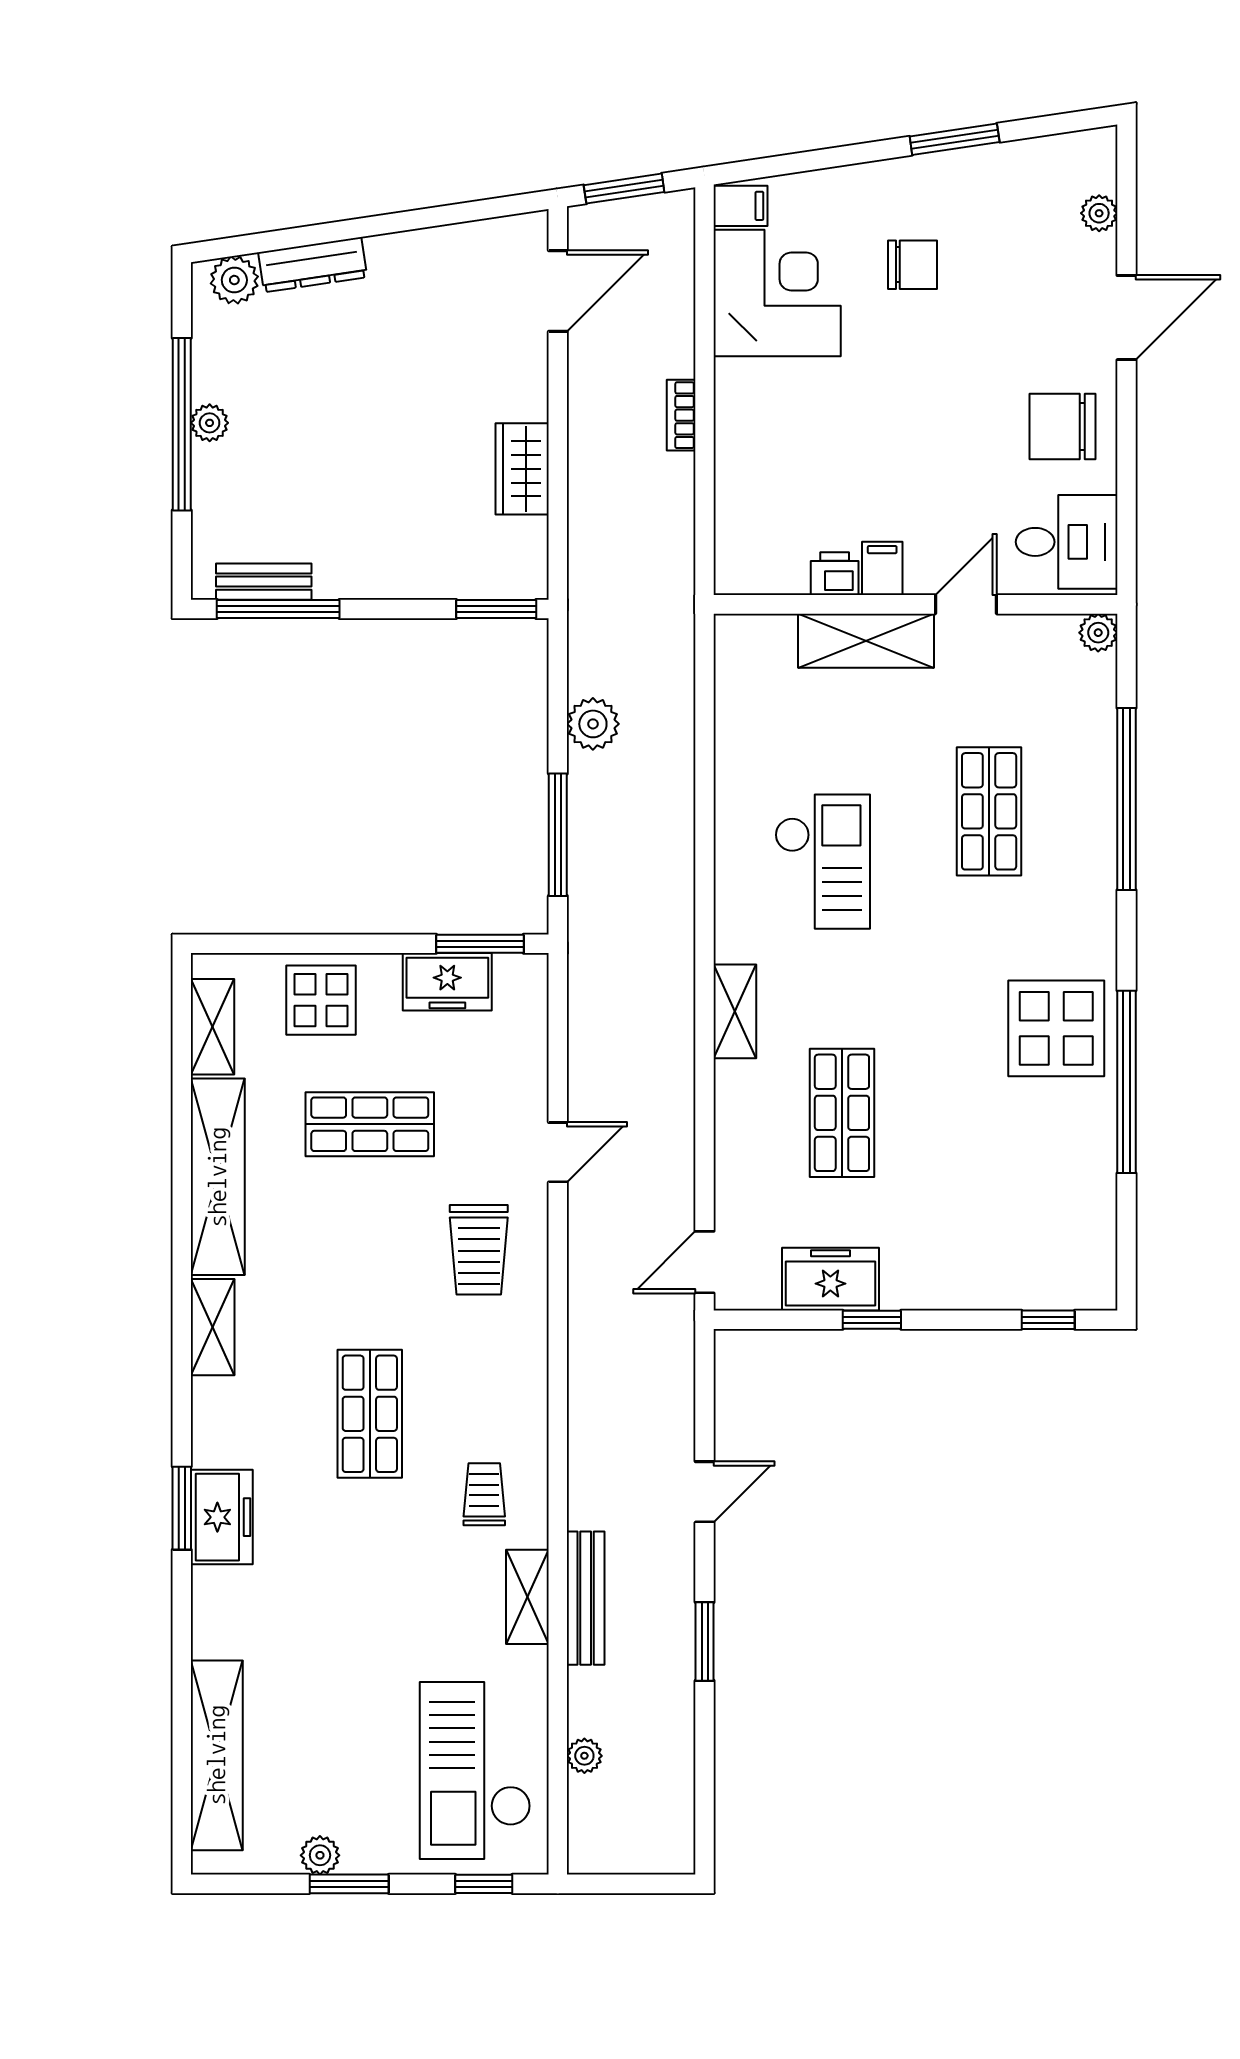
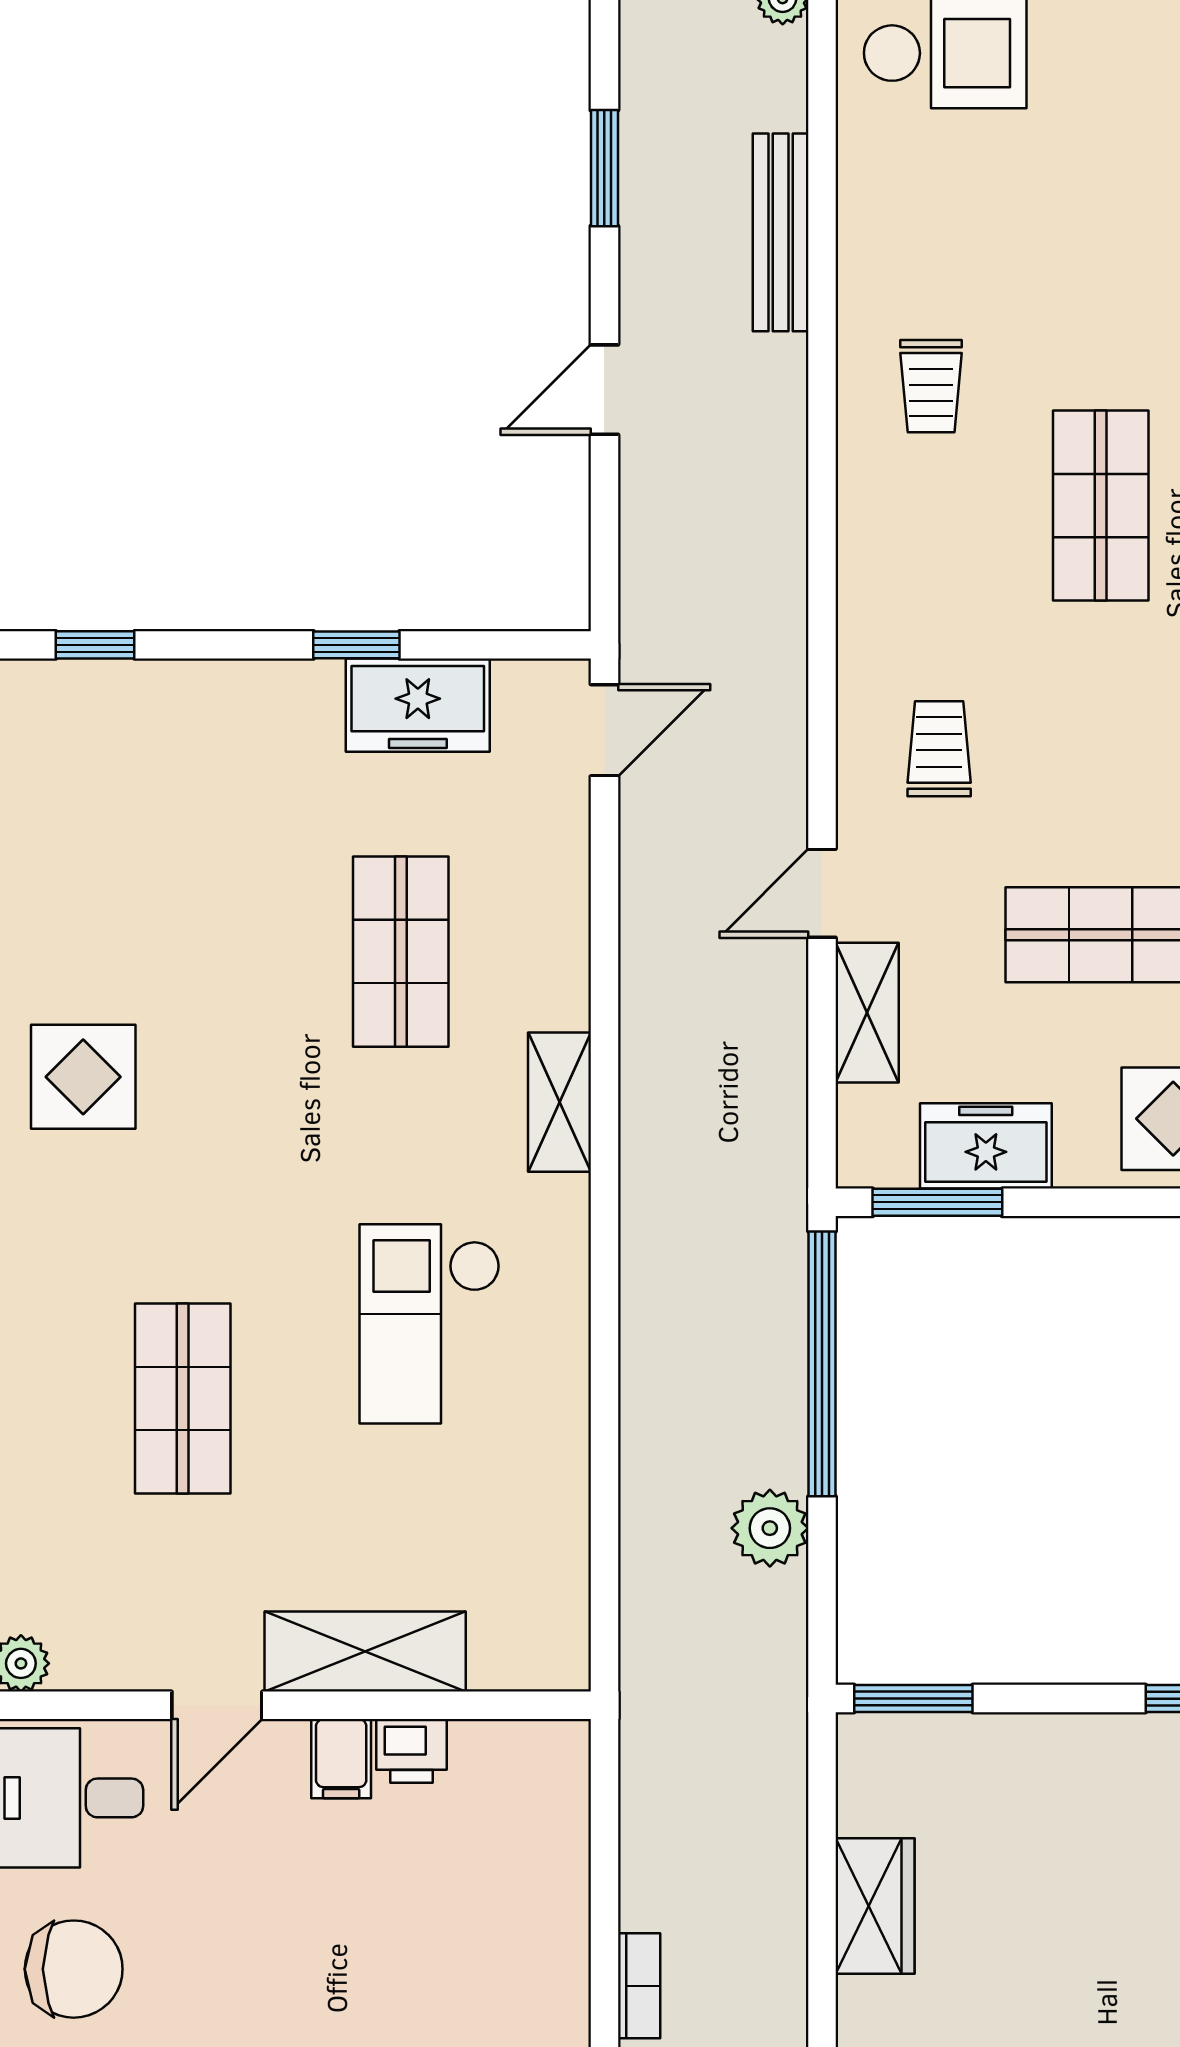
window: (558, 835) -> (822, 1364), width x1.46
display table: (1056, 1028) -> (83, 1077), width x0.73, depth x0.73
trolley: (479, 1250) -> (939, 749), width x0.73, depth x0.72
shelving: (527, 1597) -> (867, 1013), moved

